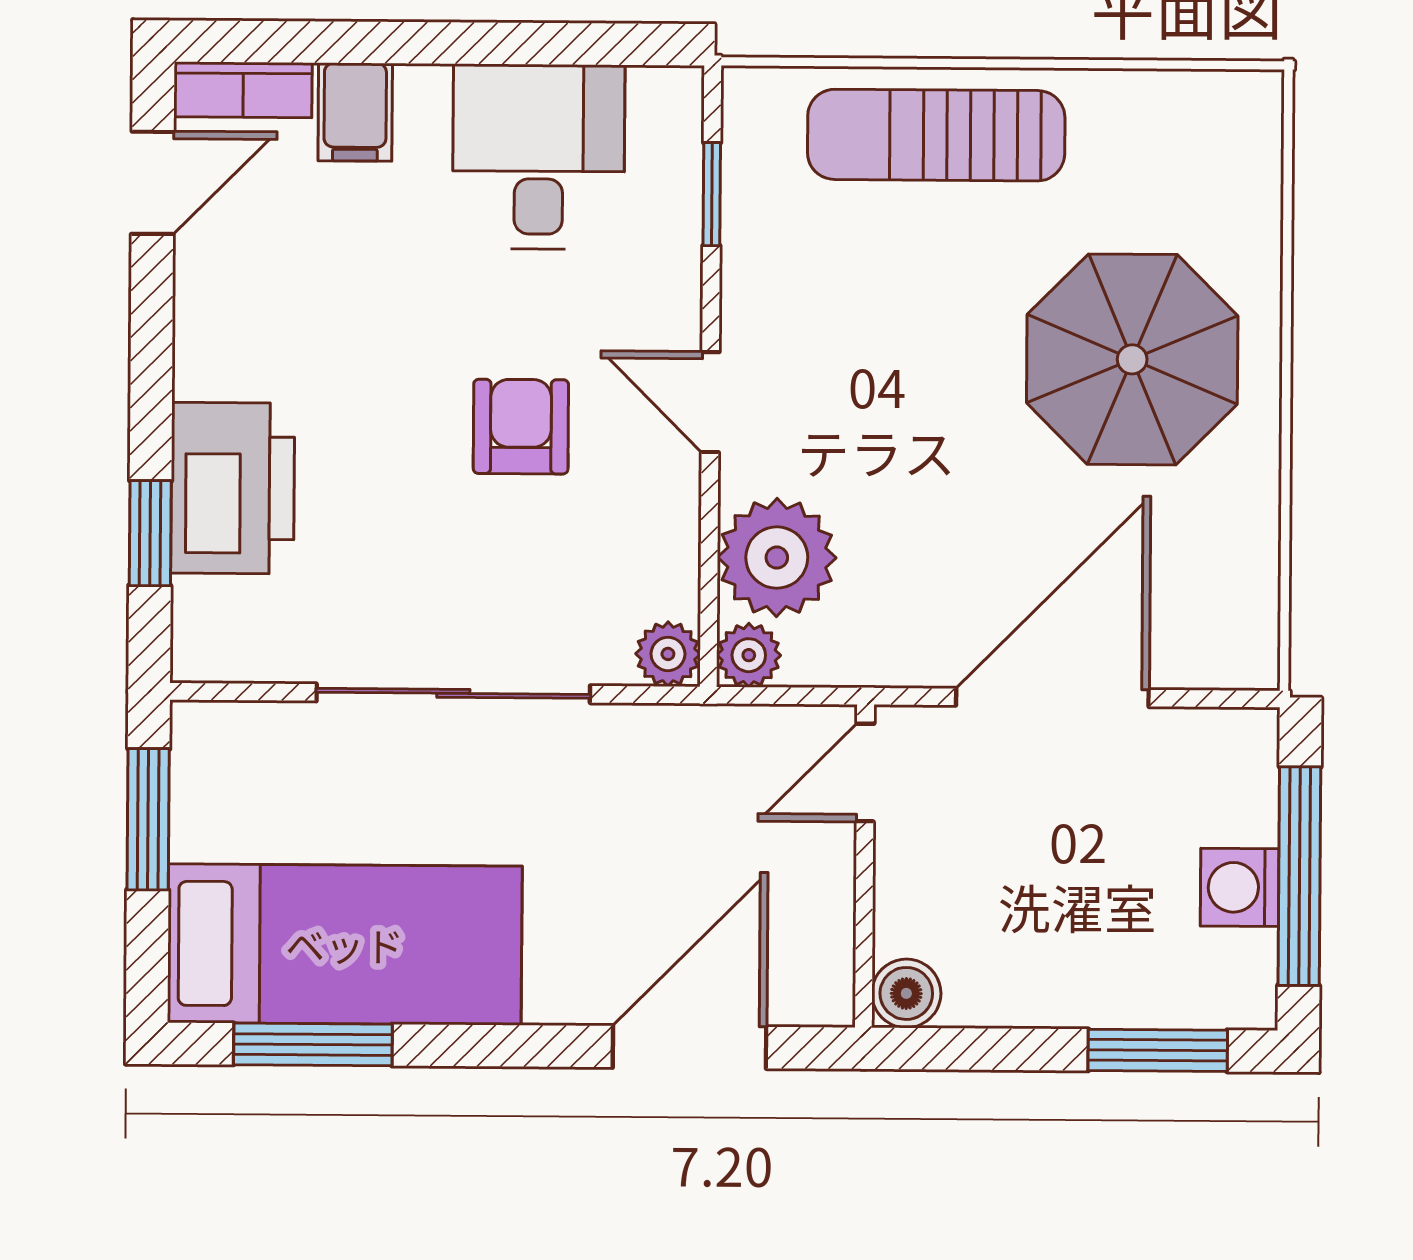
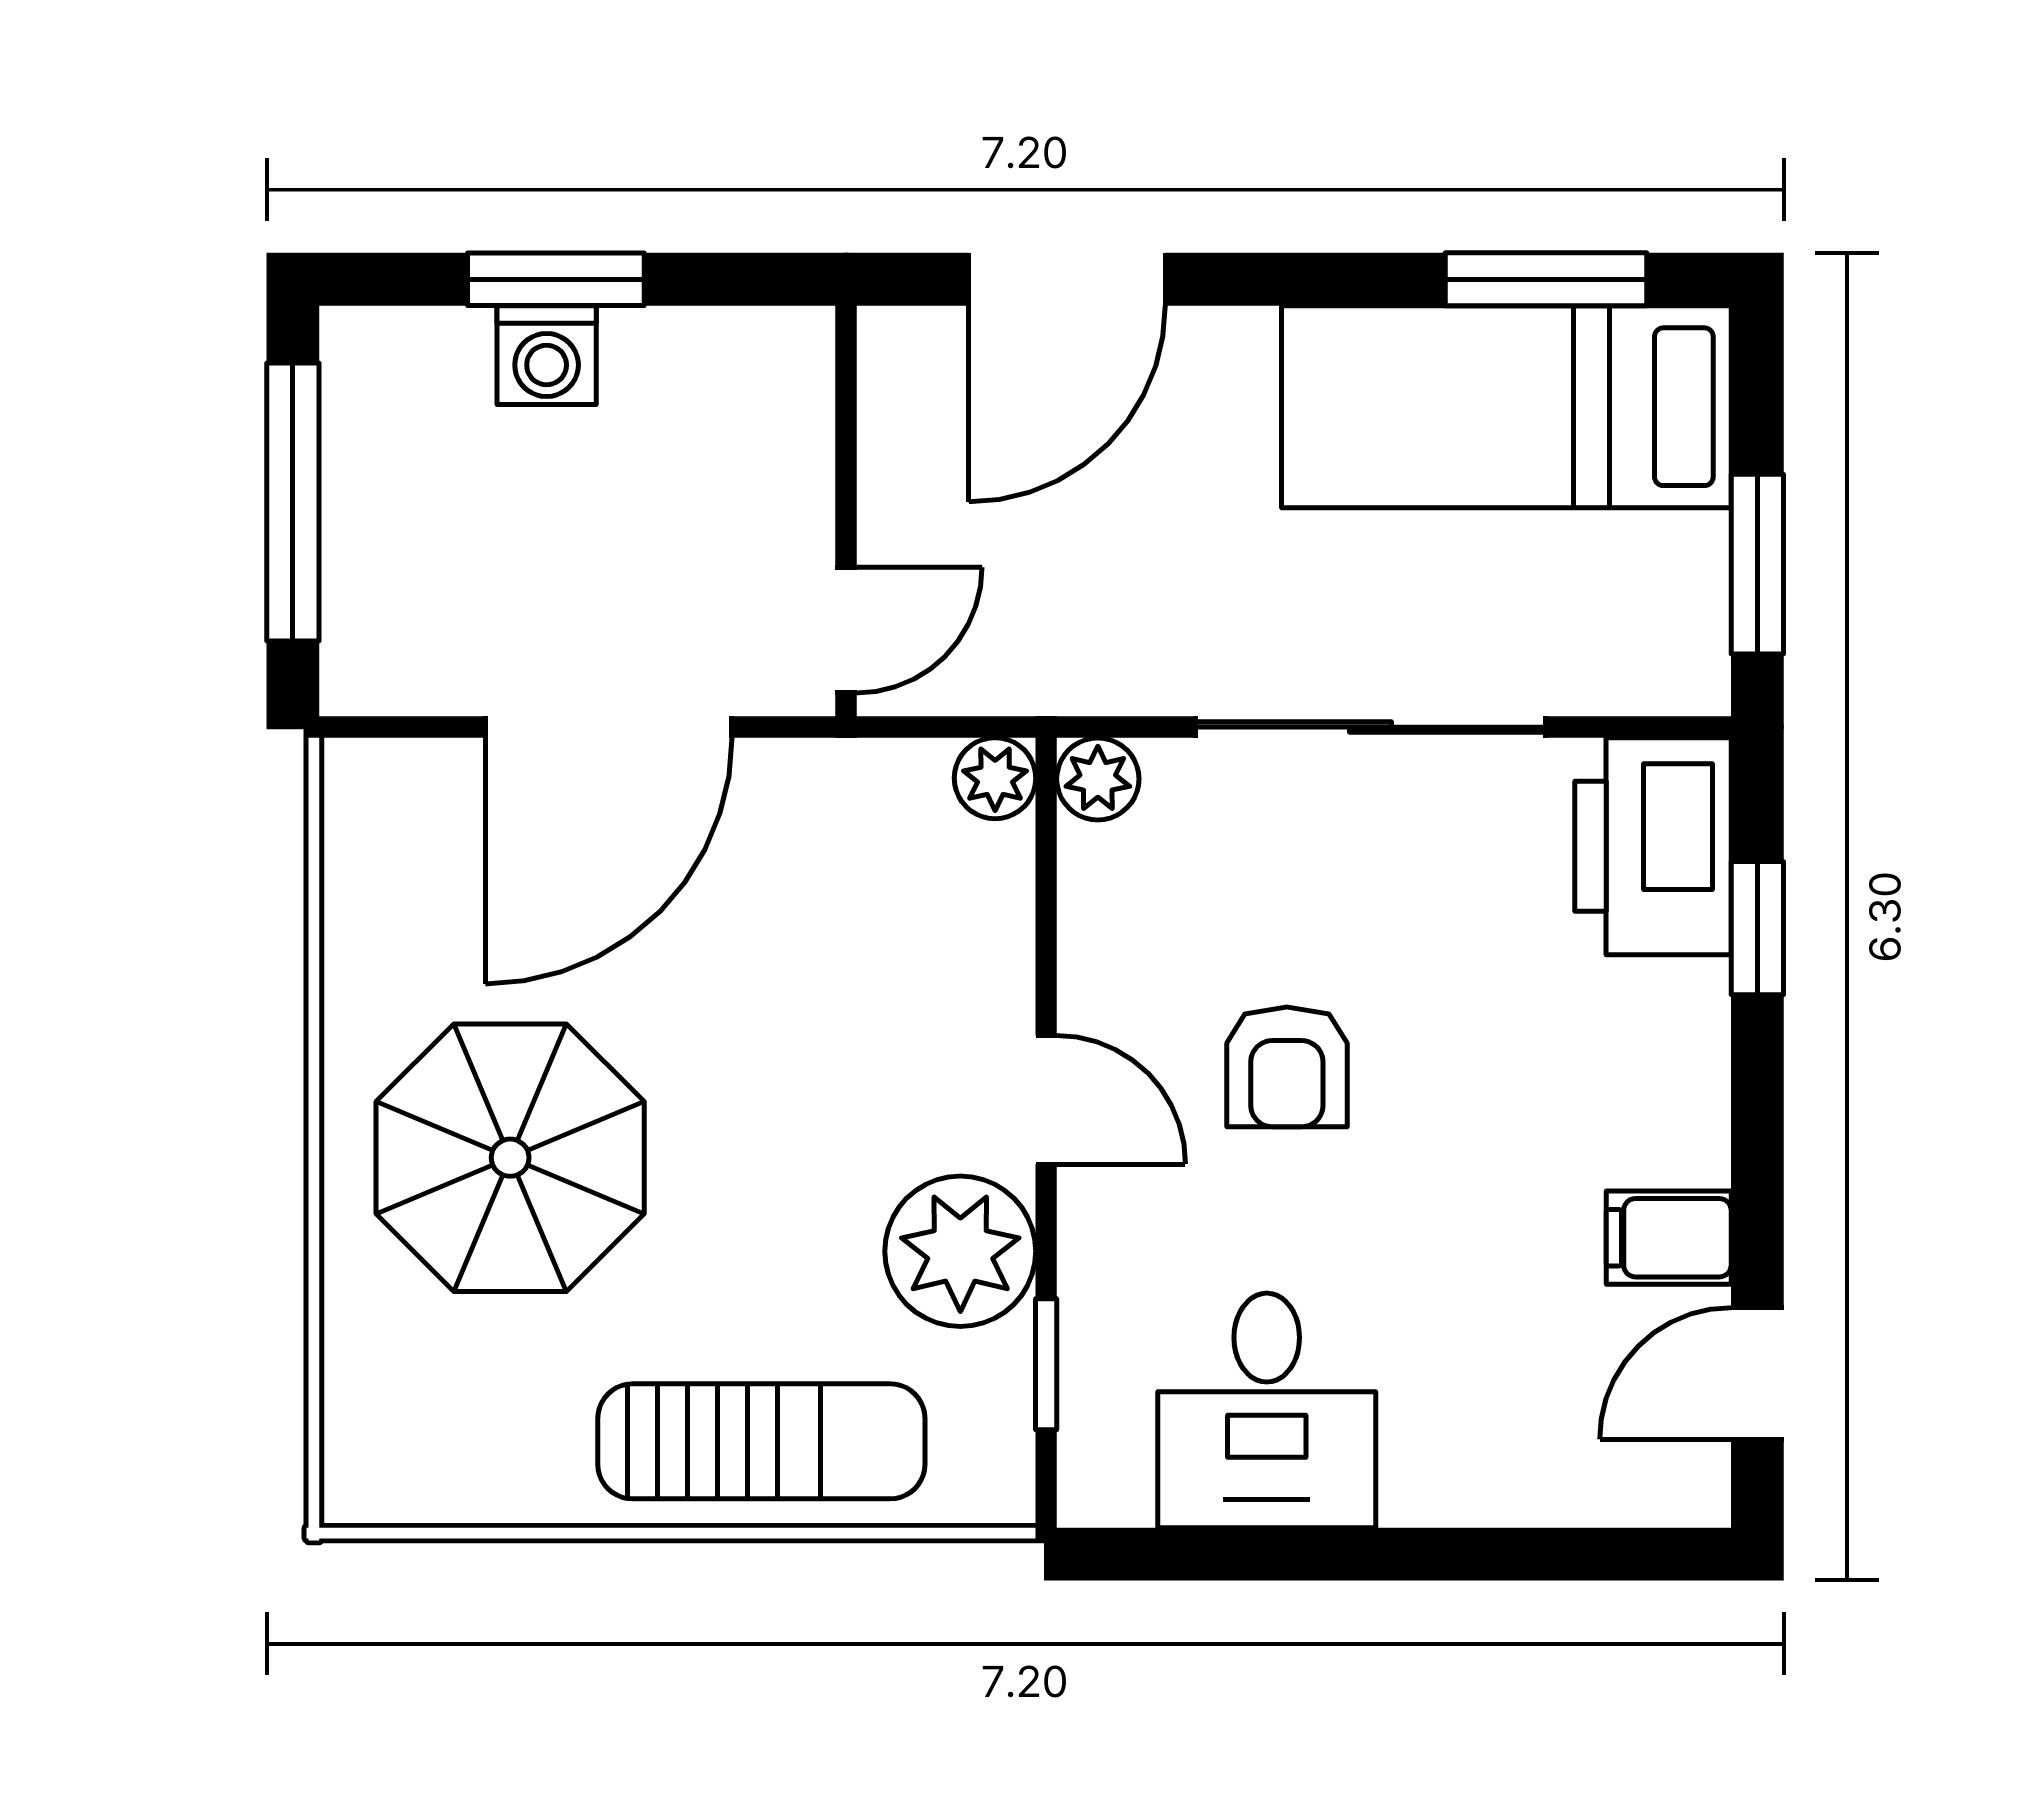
bookcase: (243, 90) -> (1643, 1493), removed
filing cabinet: (355, 112) -> (1669, 1238), moved, turned -90
printer: (233, 488) -> (1653, 846), moved
plant: (777, 558) -> (960, 1251), moved
washing machine: (1240, 887) -> (547, 355), moved, turned 90
boiler: (906, 993) -> (792, 349), removed
window: (1158, 1050) -> (556, 279), moved

